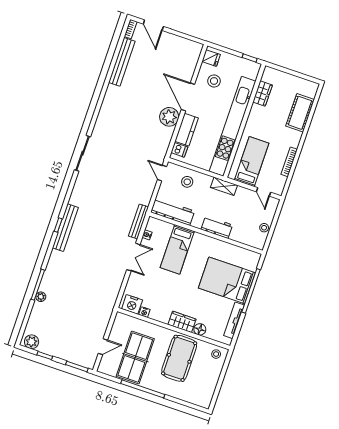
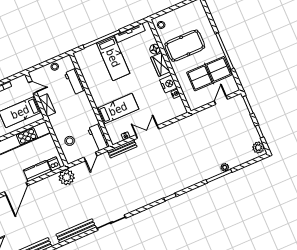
plant: (169, 117) -> (67, 177), moved
door: (162, 173) -> (90, 156), moved
shelving: (224, 186) -> (47, 105), moved
door: (263, 192) -> (33, 87), hinge flipped
workbench: (173, 212) -> (99, 137), width x0.73
workbench: (217, 227) -> (75, 82), moved
bench: (65, 228) -> (76, 231), moved
bed: (227, 280) -> (113, 58), width x0.67
nightstand: (132, 304) -> (168, 84), moved
door: (103, 347) -> (221, 100), hinge flipped

